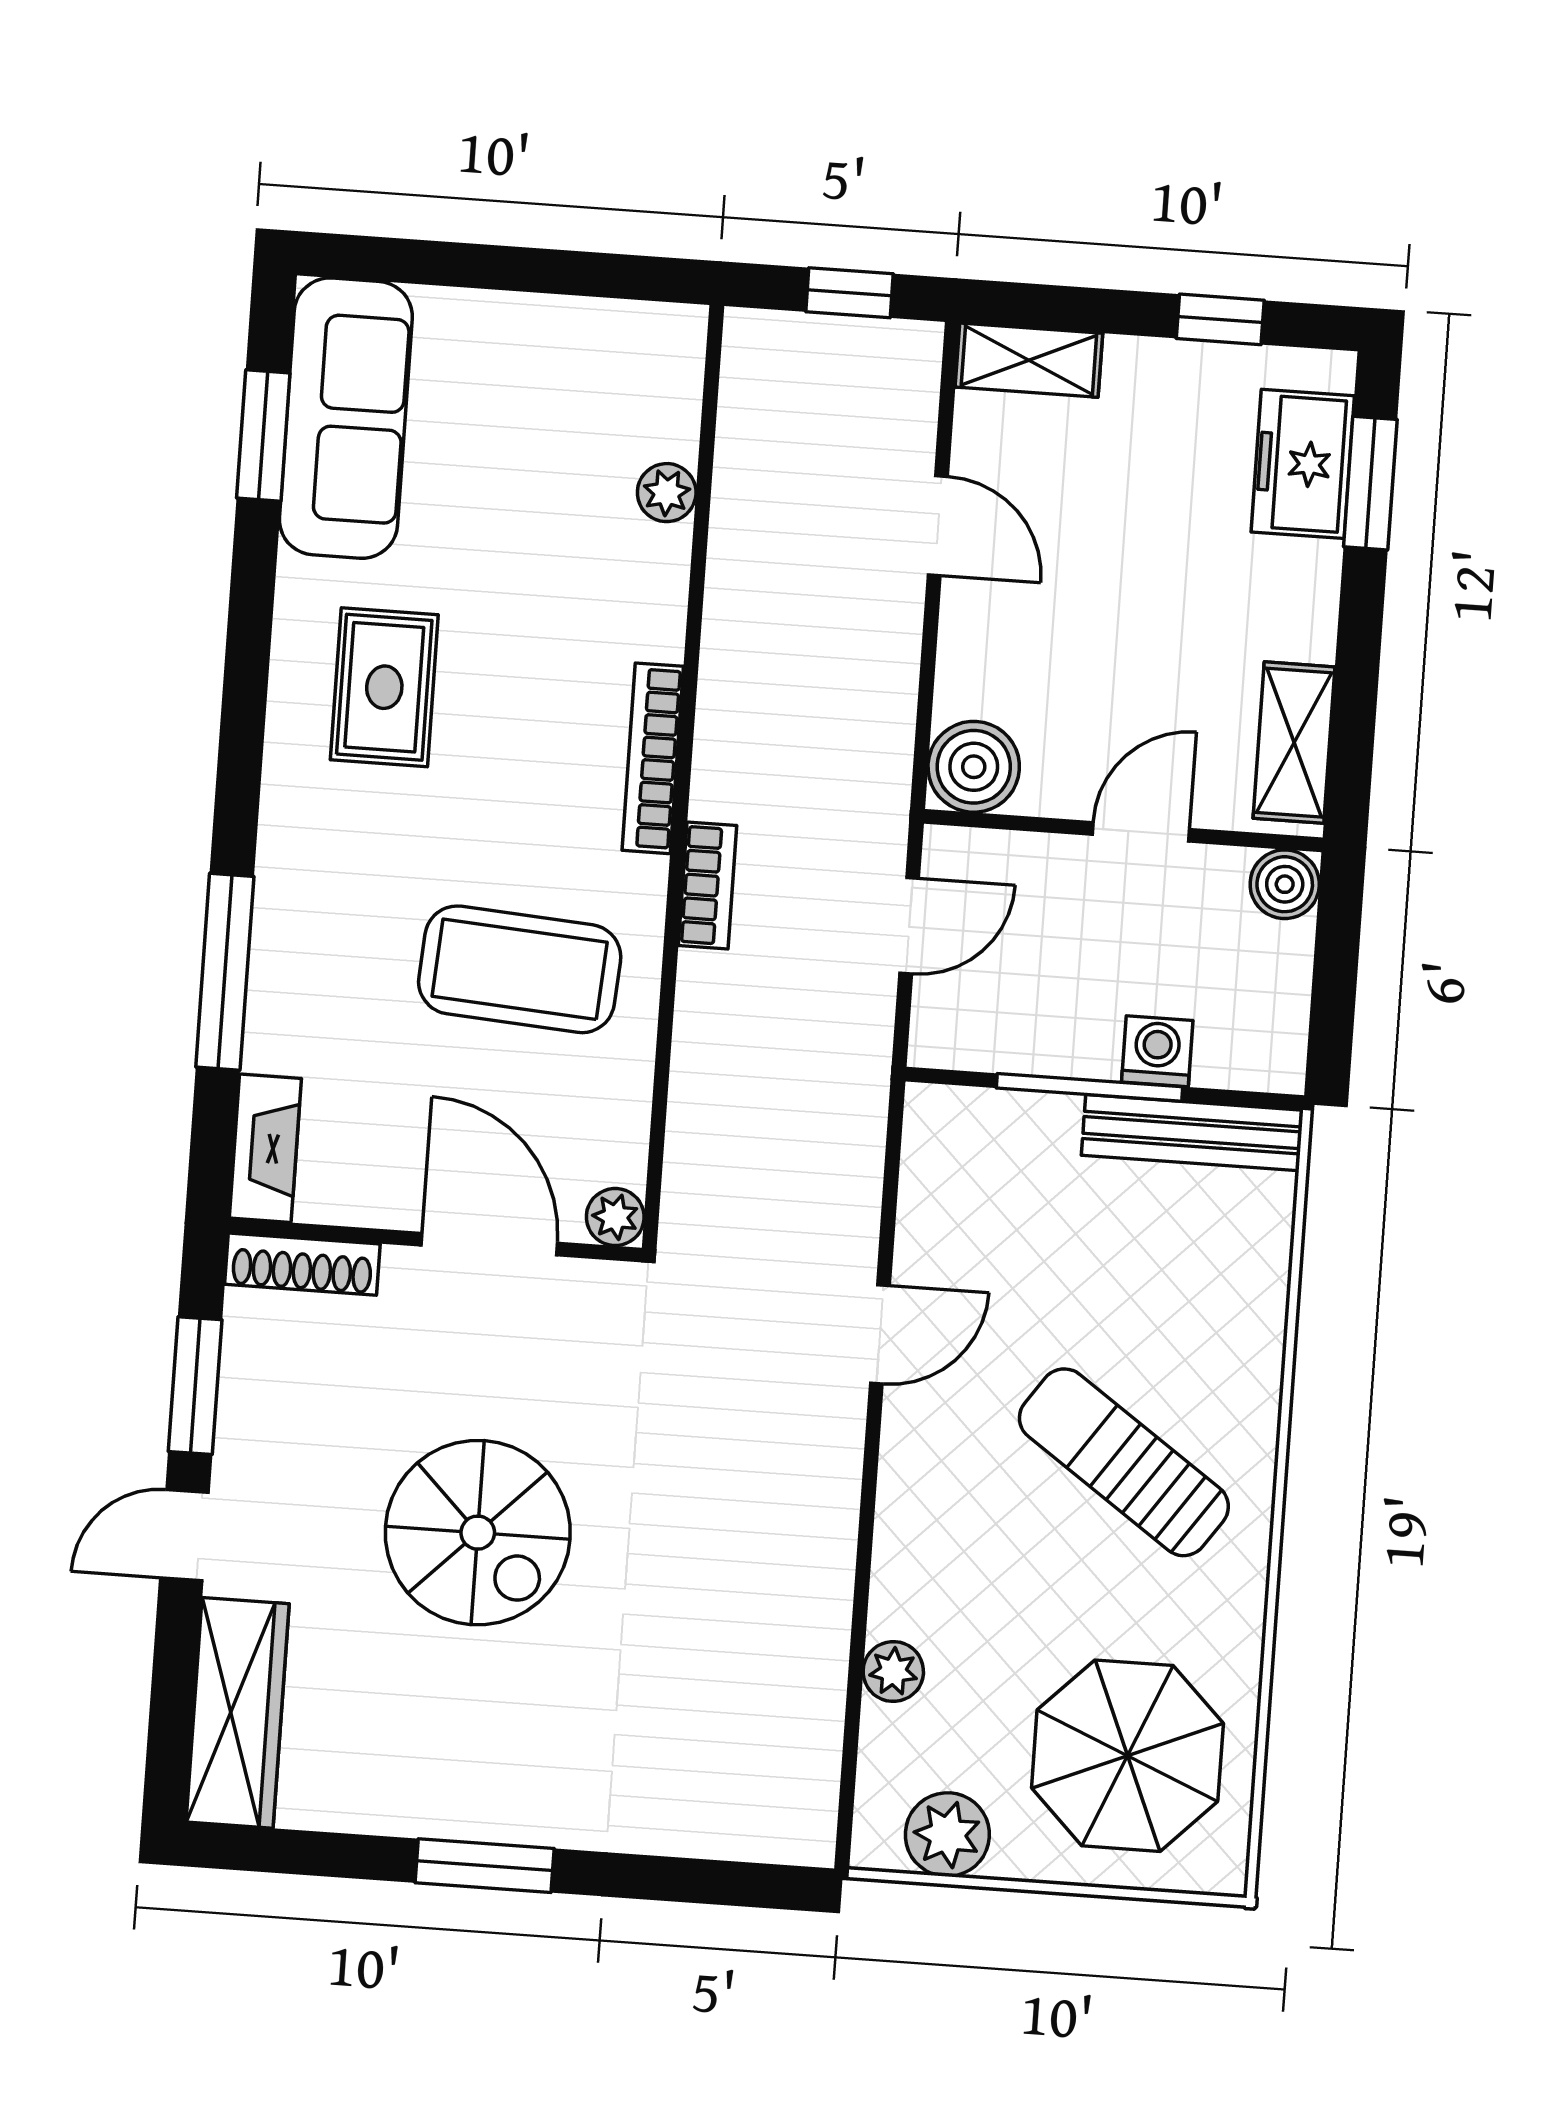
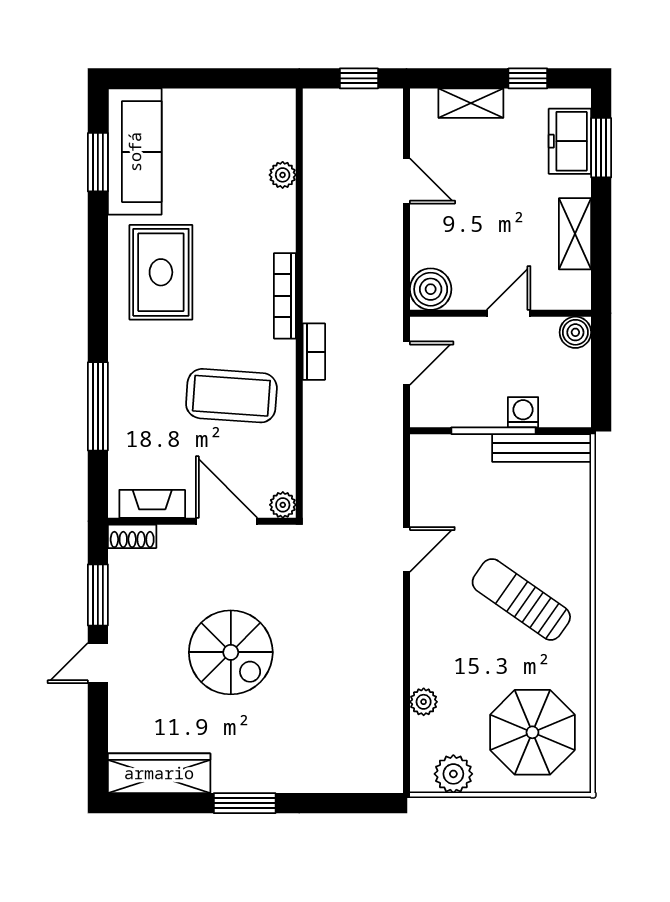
shelving: (1029, 360) -> (471, 103), moved
rug: (384, 687) -> (161, 272), width x1.36, depth x1.43
shelving: (1294, 743) -> (575, 234), moved
fireplace: (265, 1148) -> (152, 504), moved, turned -90
shoe rack: (302, 1264) -> (132, 536), width x0.70
wardrobe: (238, 1713) -> (159, 773), moved, turned -90

